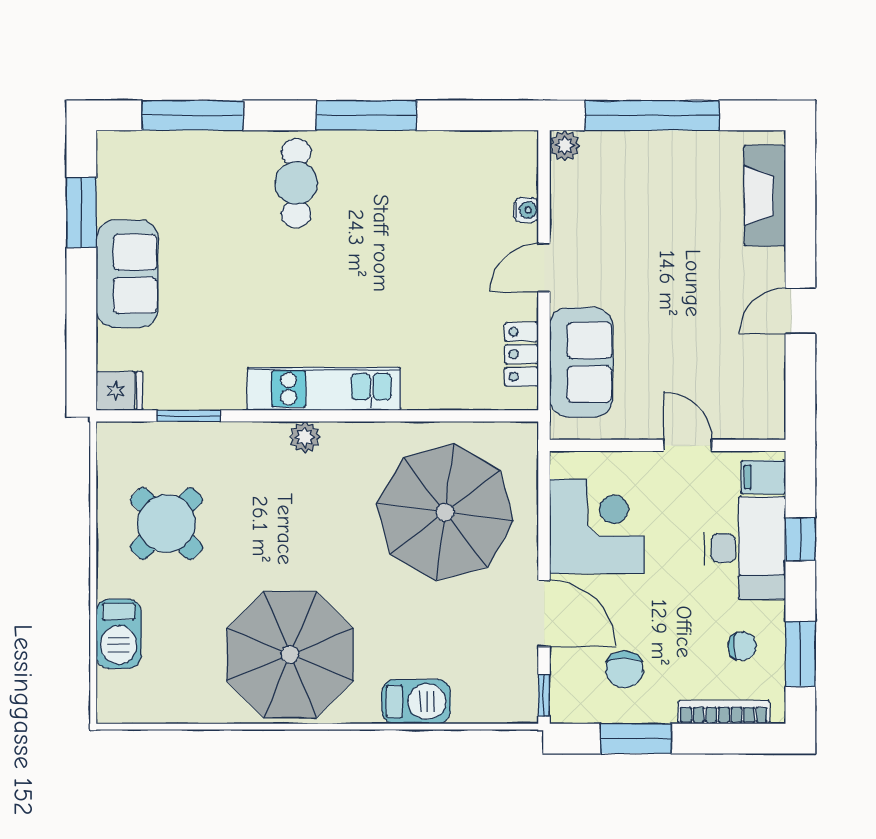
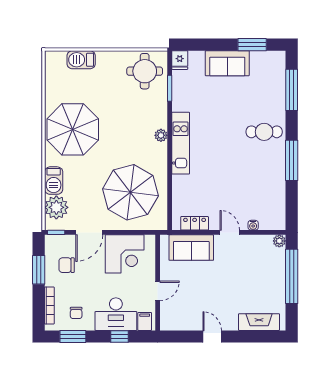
round table: (167, 524) -> (145, 71), moved, turned 45
plant: (482, 695) -> (56, 207), added

